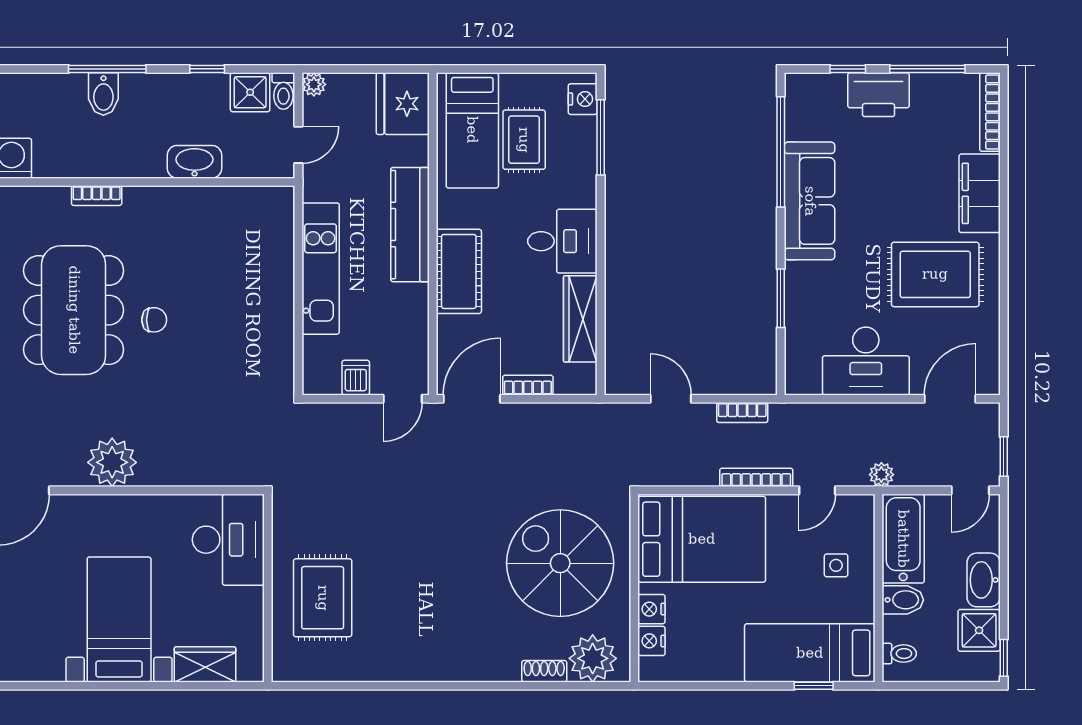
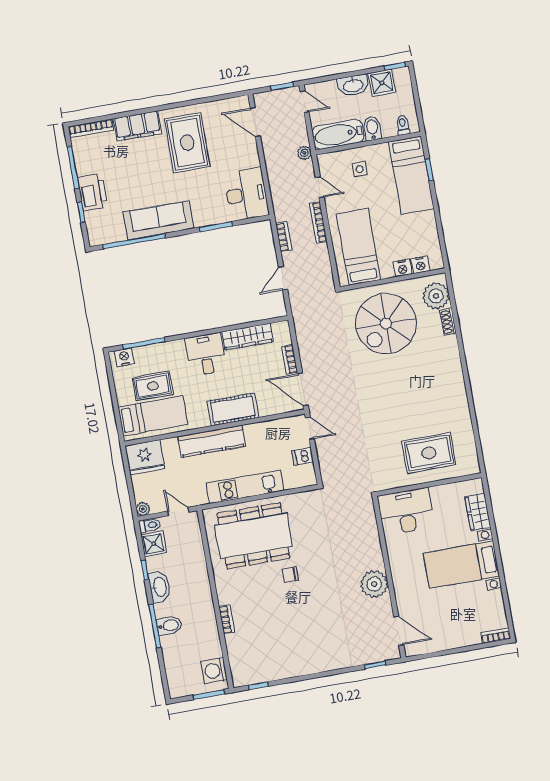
washbasin: (194, 162) -> (160, 587), moved, turned 180
dining table: (74, 310) -> (254, 536), moved
chair: (154, 320) -> (290, 575), turned -90
desk: (866, 361) -> (246, 194), moved
bed: (702, 539) -> (358, 247), width x0.67

